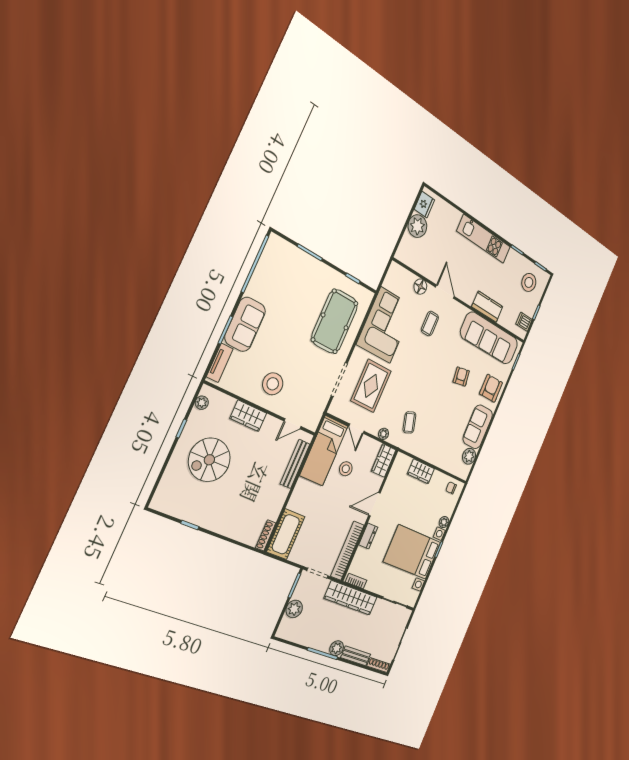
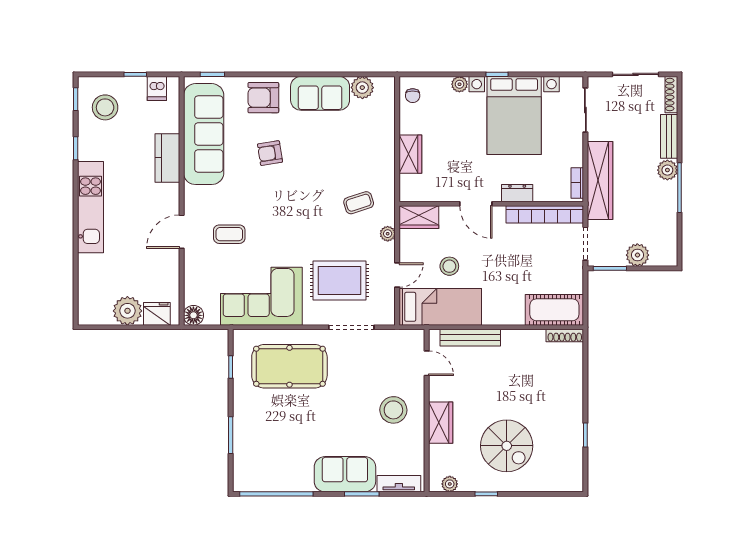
fridge: (424, 205) -> (157, 314), moved
floor lamp: (420, 287) -> (193, 315), moved

